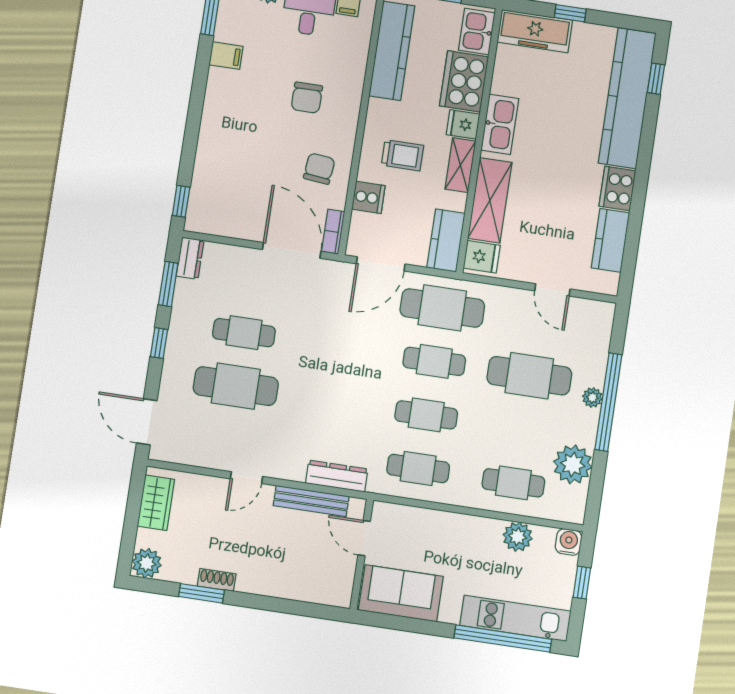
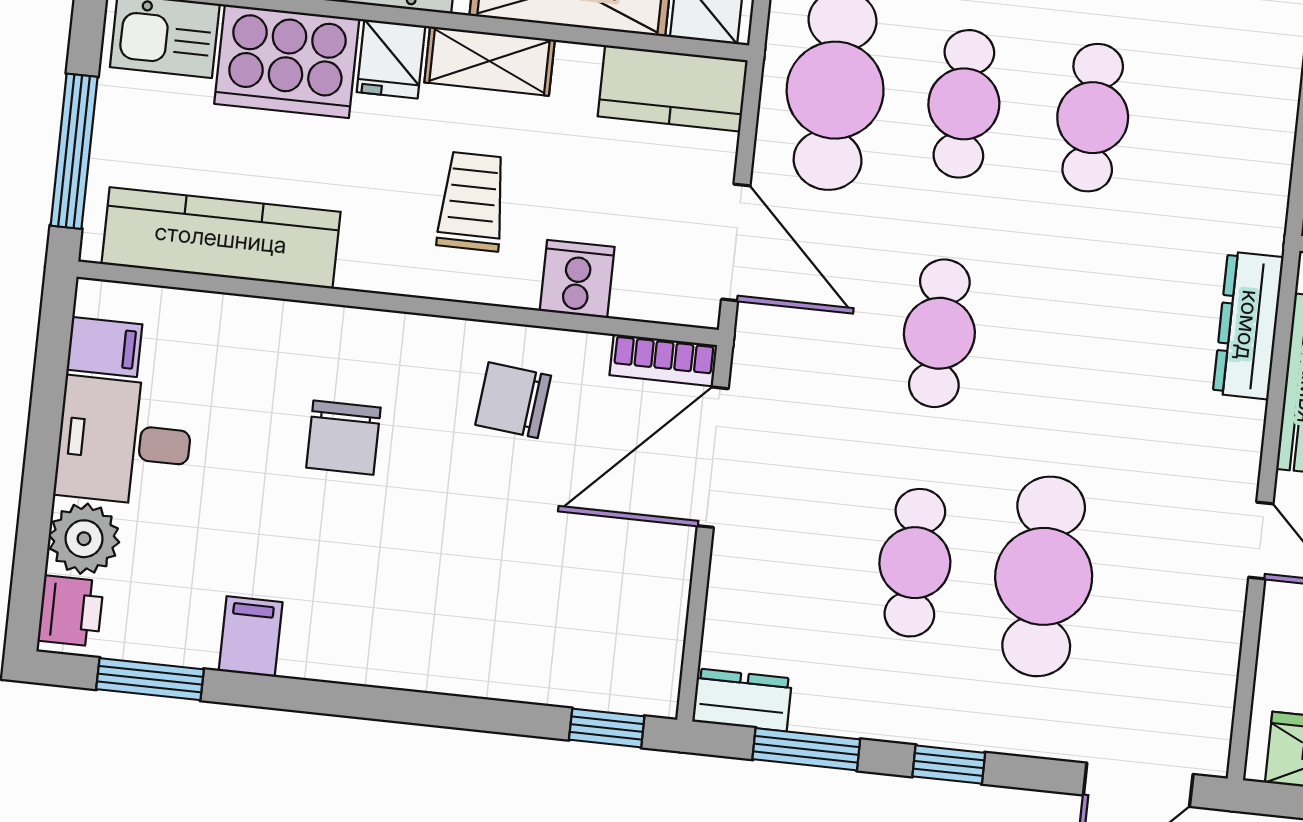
chair: (307, 98) -> (343, 438), turned 90
cafe table: (418, 468) -> (939, 333), moved

